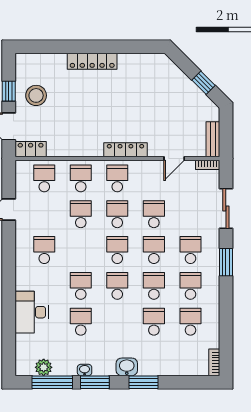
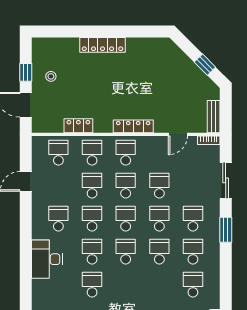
stool: (36, 95) -> (51, 76), width x0.53, depth x0.53
locker: (31, 149) -> (78, 126), moved
desk: (32, 312) -> (47, 259), moved
school desk: (154, 322) -> (92, 219), moved

